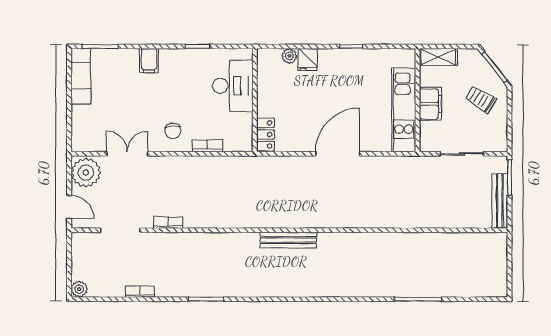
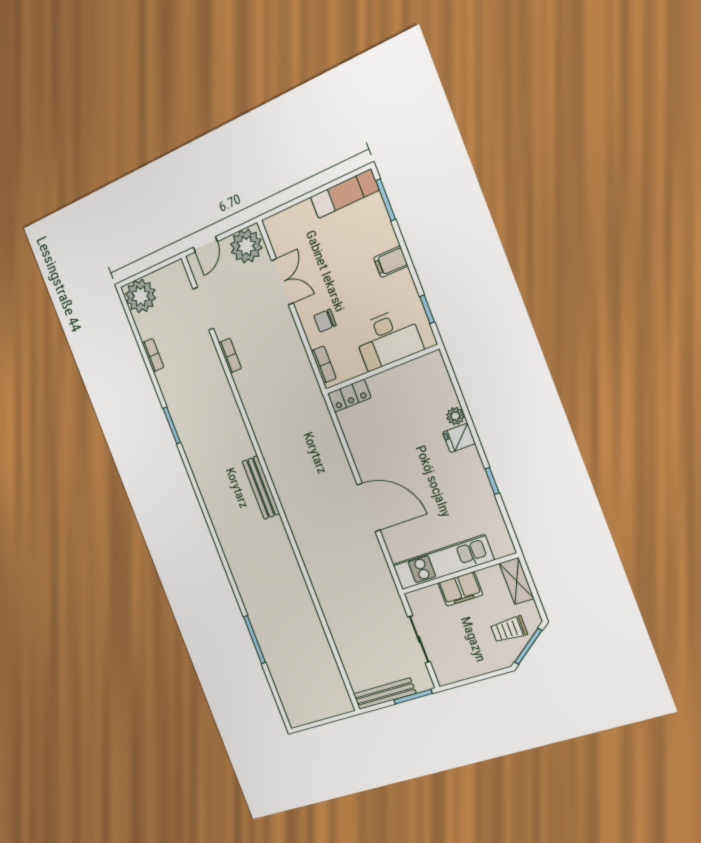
desk: (233, 86) -> (388, 339), moved
trolley: (481, 99) -> (509, 629), moved, turned -122
wall: (255, 100) -> (382, 369), moved
locker: (266, 134) -> (349, 396), moved
plant: (79, 289) -> (141, 296), width x1.87, depth x1.87

